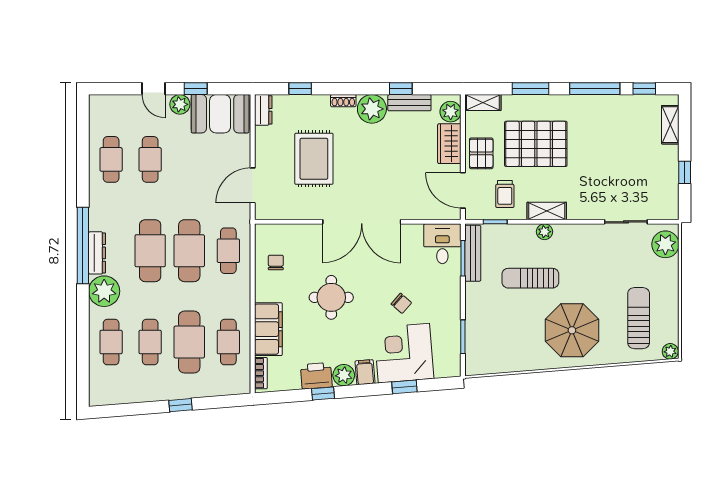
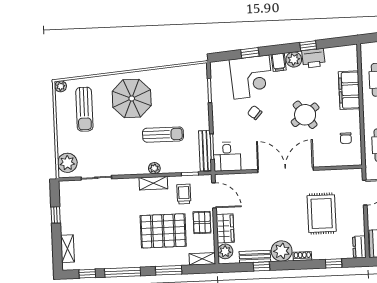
round table: (331, 297) -> (305, 115), turned -36
bookcase: (261, 373) -> (353, 58), removed

